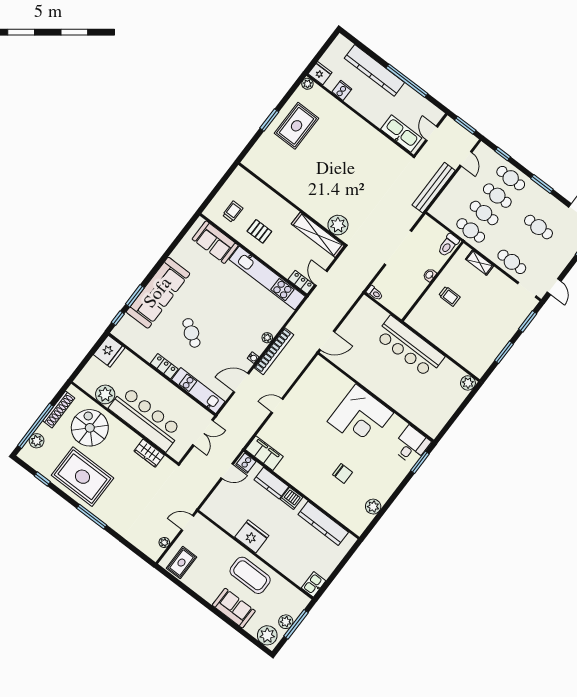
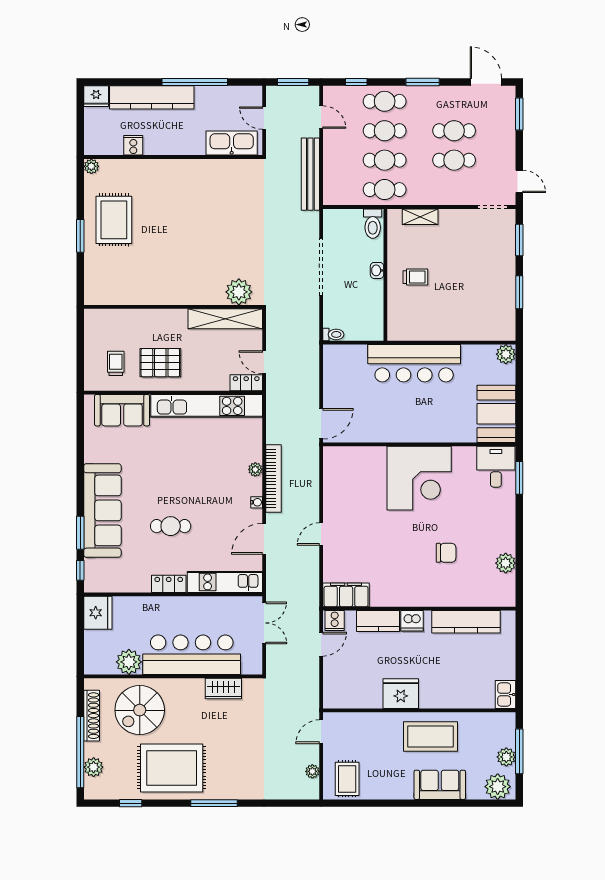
fridge: (320, 73) -> (96, 96), moved, turned 180
pallet: (259, 231) -> (160, 363), width x1.50, depth x1.42
cafe table: (512, 262) -> (454, 160), moved
cafe table: (191, 333) -> (171, 526), turned -33
booth: (435, 414) -> (496, 414), added
spiral stairs: (90, 428) -> (140, 710), turned -90

